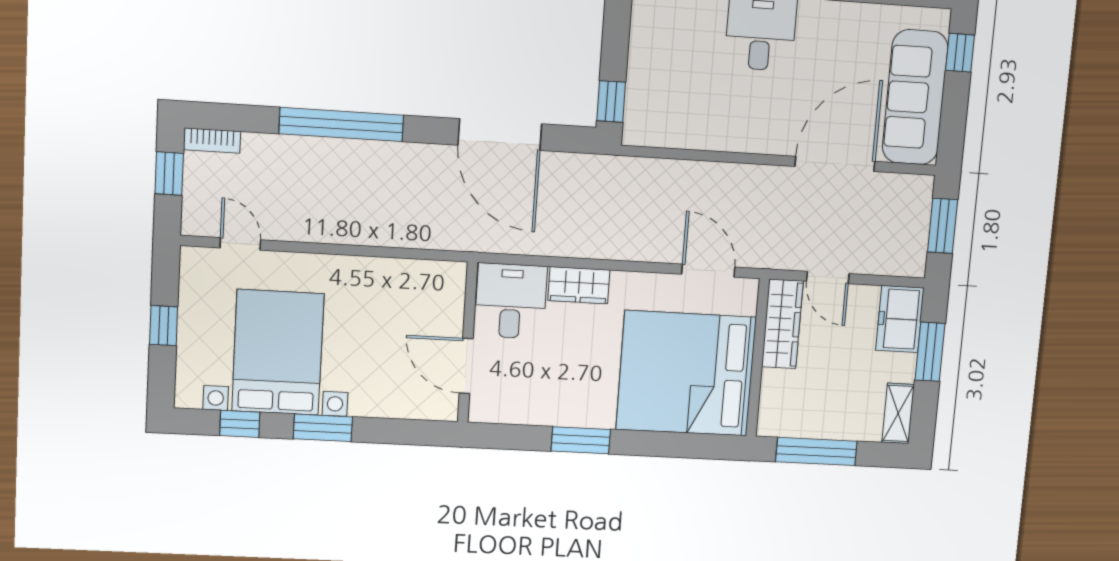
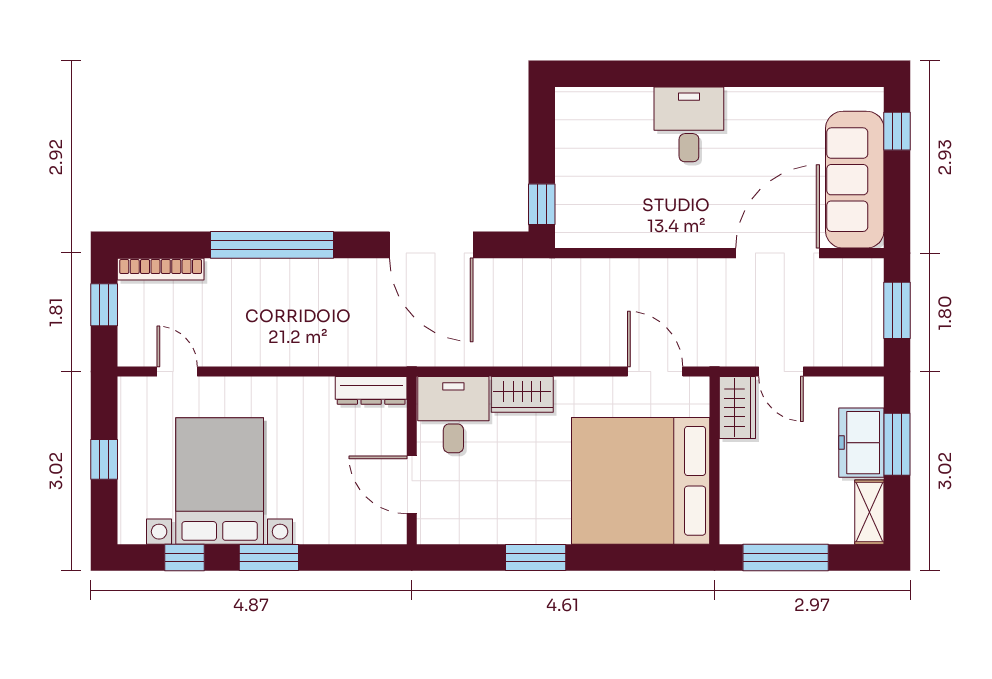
bookcase: (212, 141) -> (161, 269), width x1.56
dresser: (432, 273) -> (371, 390), added
freezer: (900, 319) -> (861, 443), moved
wardrobe: (782, 324) -> (737, 408), width x0.67

